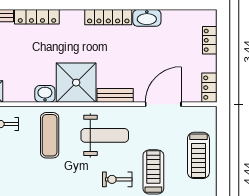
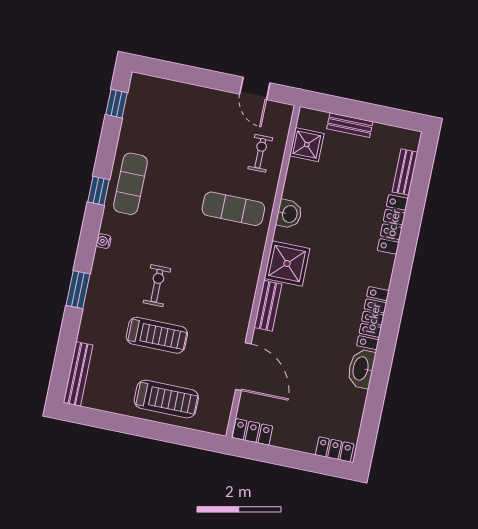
locker: (210, 40) -> (335, 449), moved
shower: (76, 83) -> (287, 263), width x0.73, depth x0.73
weight bench: (105, 135) -> (218, 281), removed
treadmill: (198, 155) -> (166, 399), turned 180

